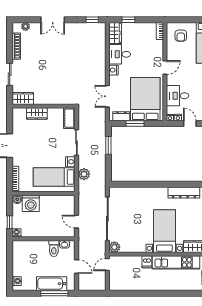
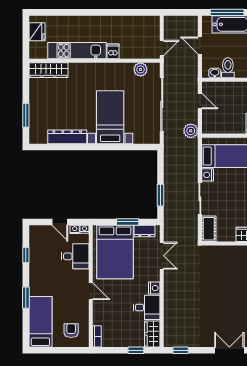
door: (165, 68) -> (91, 291), swing flipped
plant: (84, 174) -> (191, 131), moved
bed with nightstands: (164, 231) -> (110, 117), moved, turned 180
plant: (114, 247) -> (141, 69), moved

